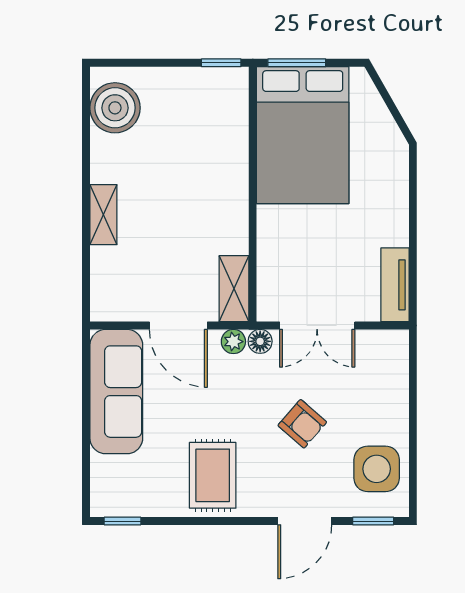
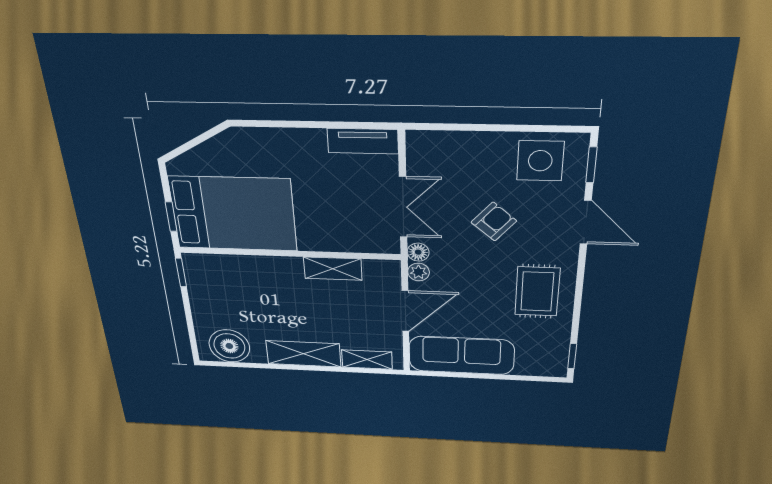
window: (297, 63) -> (171, 217), width x0.67
shelving: (103, 215) -> (303, 354), width x1.50, depth x1.33
shelving: (103, 278) -> (367, 360), added
shelving: (234, 289) -> (333, 269), moved
rug: (213, 475) -> (537, 292), turned 90

